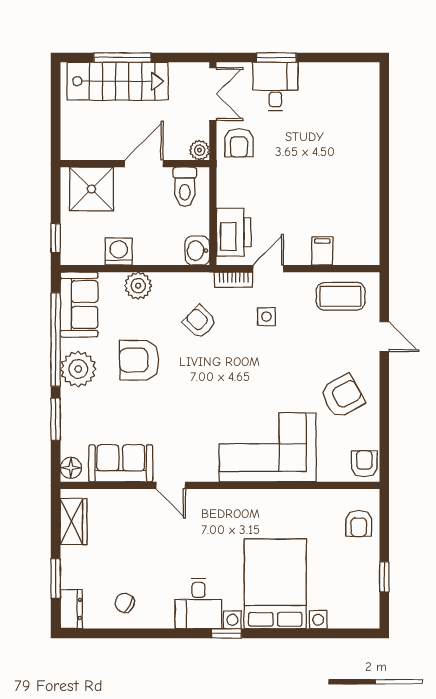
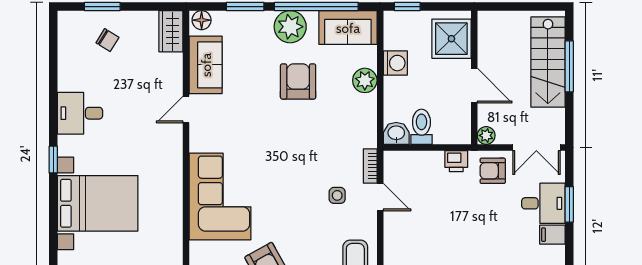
toilet: (185, 187) -> (421, 127), moved, turned 90
printer: (234, 232) -> (456, 161), moved, width x0.53, depth x0.68
filing cabinet: (322, 251) -> (552, 235), moved, turned 180
armchair: (200, 322) -> (332, 136), removed
wardrobe: (74, 522) -> (171, 31), moved, turned 90
chair: (125, 603) -> (107, 40), moved, turned 94
desk: (198, 604) -> (80, 113), moved
dresser: (71, 609) -> (75, 21), removed

